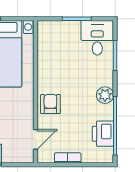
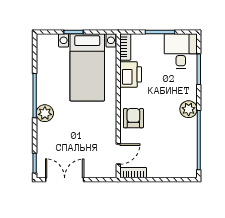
bookcase: (42, 33) -> (125, 47), added
printer: (103, 134) -> (131, 74), moved, turned 180
bookcase: (68, 158) -> (133, 173), moved

